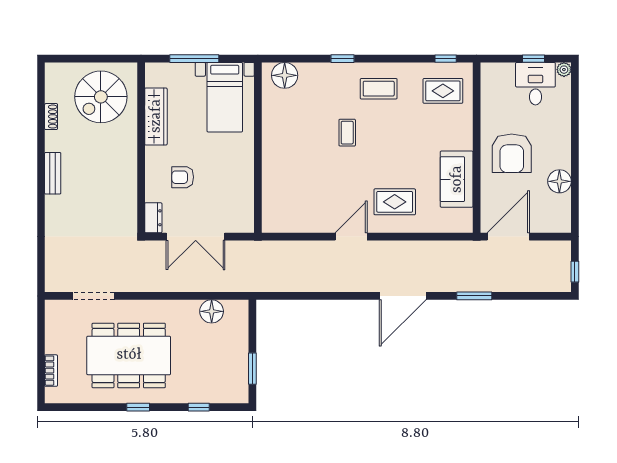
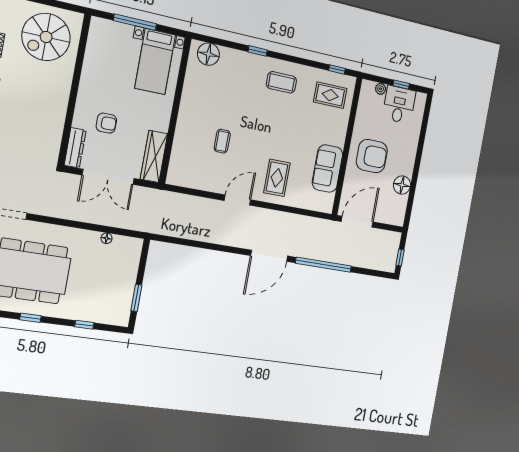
plant: (564, 70) -> (381, 89), moved
wardrobe: (156, 116) -> (154, 156), moved, turned 180
coffee table: (347, 133) -> (222, 141), moved
armchair: (512, 153) -> (372, 156), turned -90
armchair: (183, 177) -> (106, 123), turned 180
rug: (395, 202) -> (277, 178), turned 90
dresser: (153, 218) -> (75, 148), width x1.44
window: (474, 296) -> (323, 265), width x2.11
floor lamp: (212, 311) -> (107, 238), width x0.53, depth x0.53

